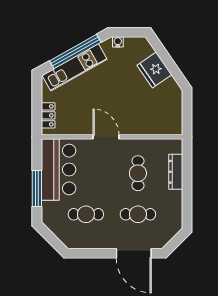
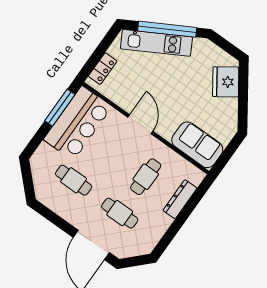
water cooler: (118, 42) -> (211, 48), removed
fridge: (154, 70) -> (226, 82), moved
sofa: (160, 122) -> (197, 145), added
window: (37, 188) -> (60, 108), moved

